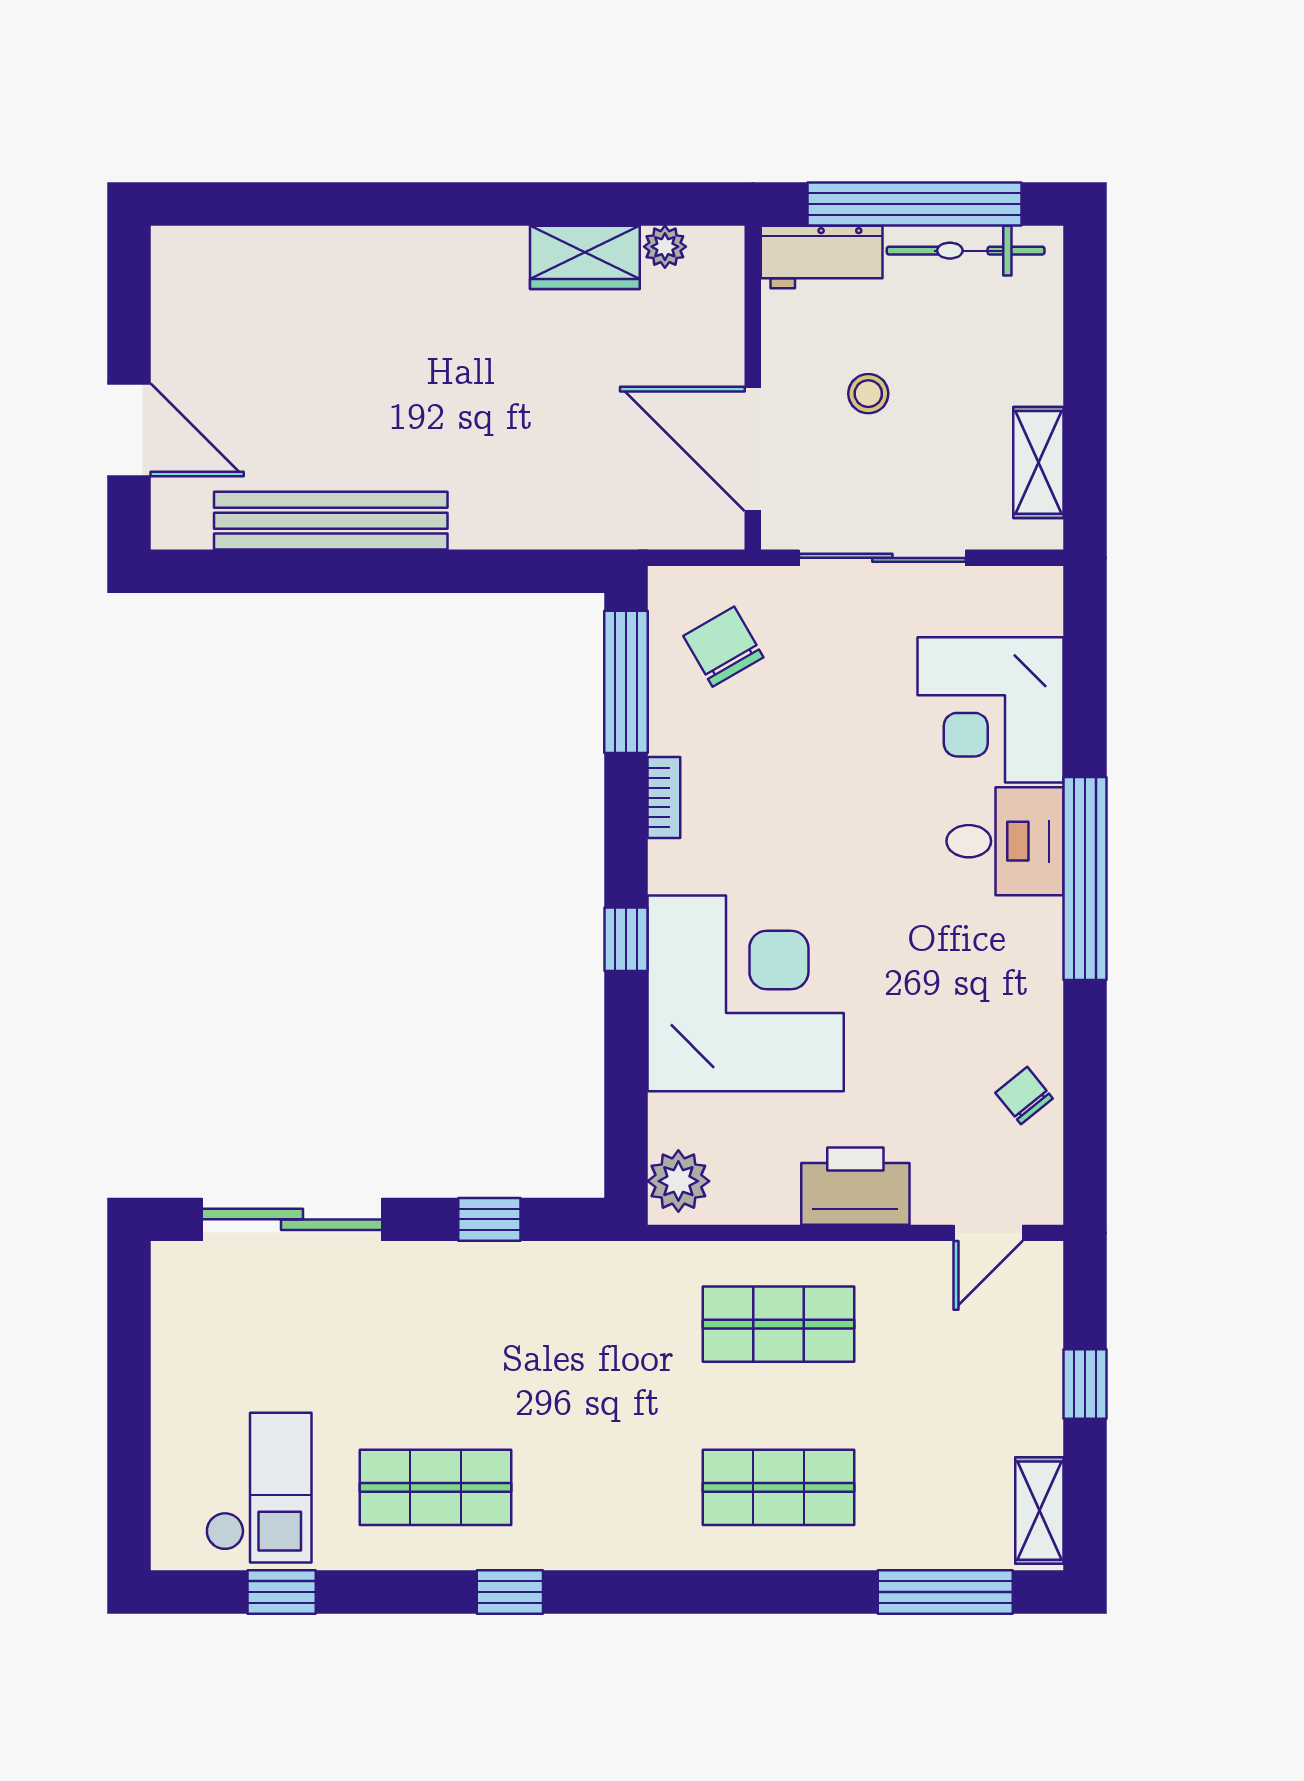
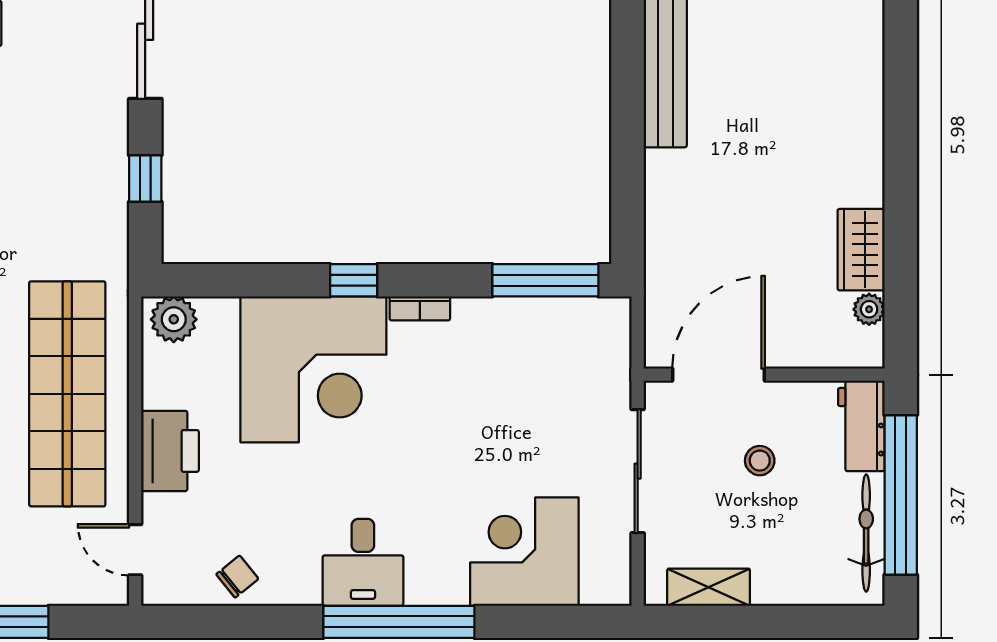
chair: (723, 647) -> (571, 353), removed
bookcase: (664, 798) -> (420, 308), moved
desk: (1005, 841) -> (363, 562), moved
shop shelf: (779, 1324) -> (67, 394), width x2.00, depth x1.36

